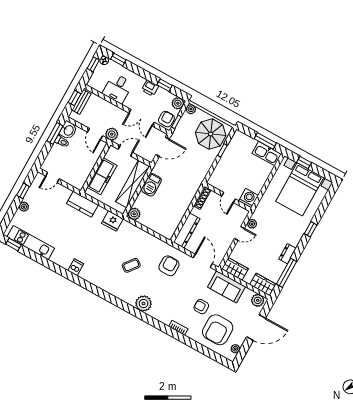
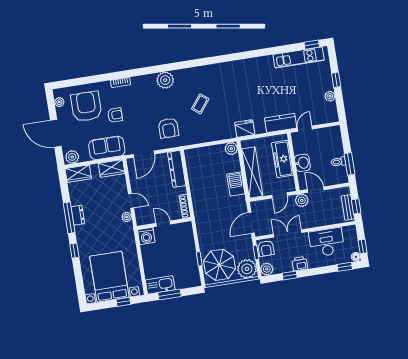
desk: (118, 88) -> (327, 242), width x1.37
plant: (191, 109) -> (247, 269), width x1.87, depth x1.87
washbasin: (68, 130) -> (302, 163), moved, turned 180
door: (52, 177) -> (305, 129), moved
window: (23, 191) -> (336, 80), moved
plant: (24, 207) -> (330, 96), moved
door: (239, 233) -> (131, 201), swing flipped
door: (203, 261) -> (144, 154), hinge flipped
dishwasher: (76, 267) -> (245, 66), removed
window: (287, 273) -> (69, 218), moved
door: (256, 328) -> (56, 133), hinge flipped

